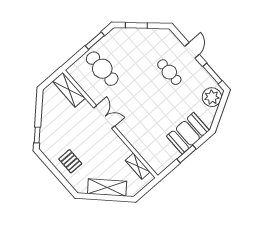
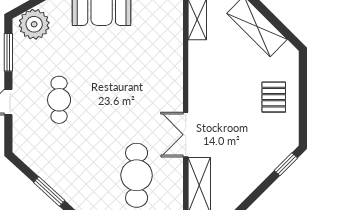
double door: (104, 117) -> (186, 135), moved

